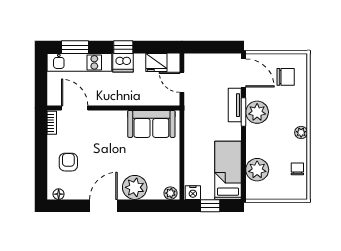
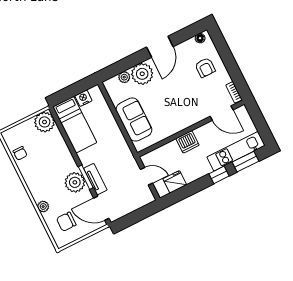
window: (123, 47) -> (219, 175), moved
dishwasher: (123, 63) -> (187, 142), moved, turned 180
sofa: (151, 124) -> (134, 120), moved, turned 90
plant: (301, 132) -> (43, 207), moved
plant: (257, 170) -> (45, 122), moved
plant: (170, 193) -> (124, 77), moved
nightstand: (193, 193) -> (83, 98), moved
window: (210, 206) -> (75, 89), removed

